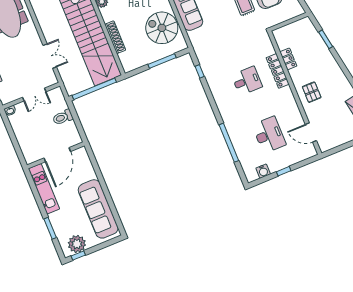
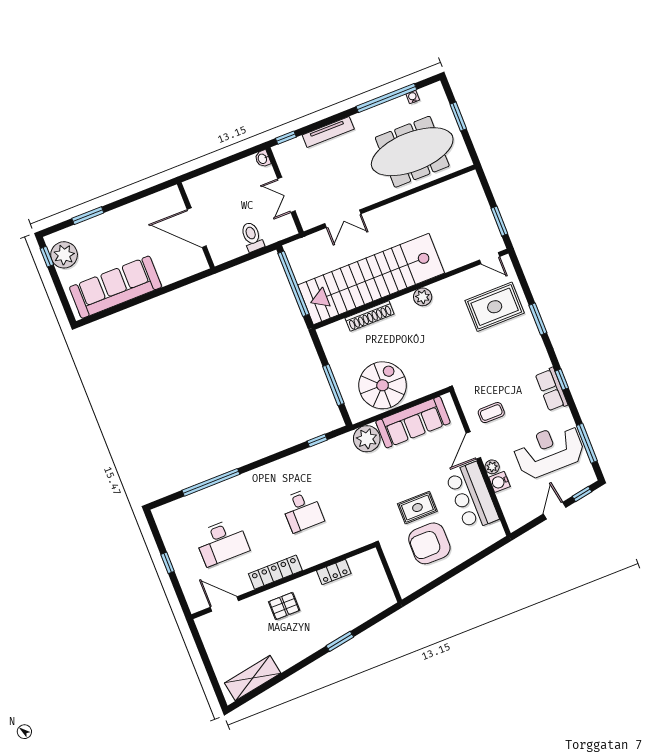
plant: (198, 38) -> (367, 439), added
window: (326, 39) -> (340, 641), moved
locker: (278, 71) -> (275, 572), moved
door: (311, 132) -> (224, 604), hinge flipped
water cooler: (263, 171) -> (168, 532), removed
kitchen unit: (44, 189) -> (147, 207), removed

